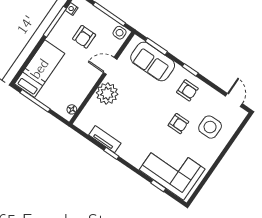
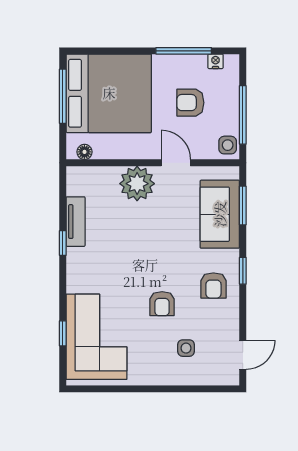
bed: (40, 69) -> (109, 93), width x2.04
side table: (210, 127) -> (186, 348), width x0.54, depth x0.54

